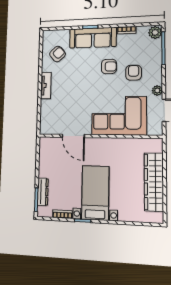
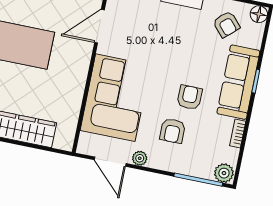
floor lamp: (48, 35) -> (259, 14), added
armchair: (109, 67) -> (190, 97), turned 180
armchair: (134, 73) -> (173, 131), turned 90

